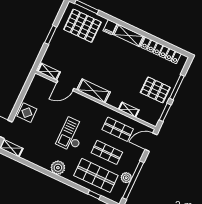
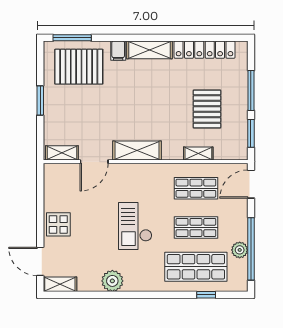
pallet: (155, 90) -> (207, 109), moved, turned 90
plant: (58, 168) -> (112, 281), moved

